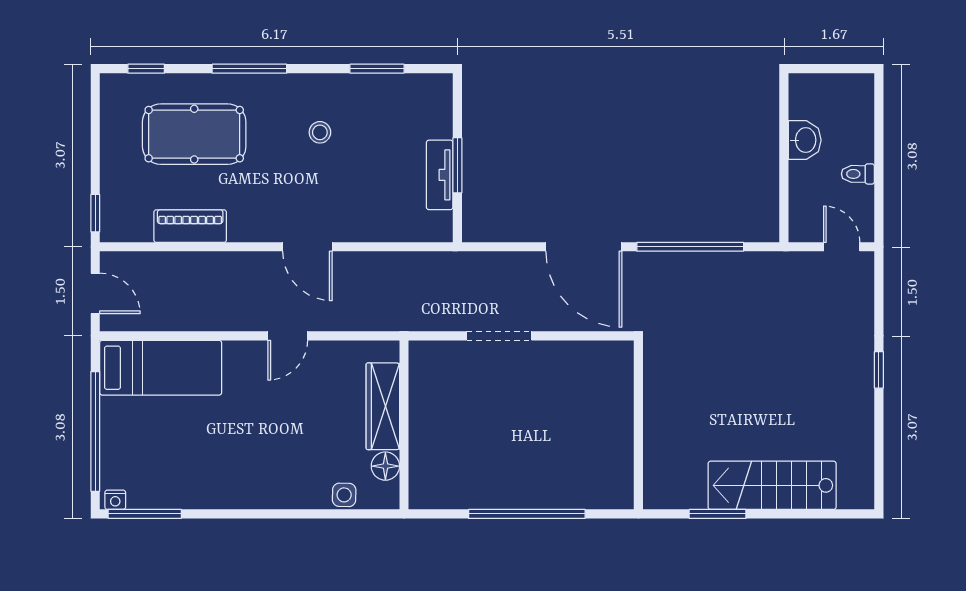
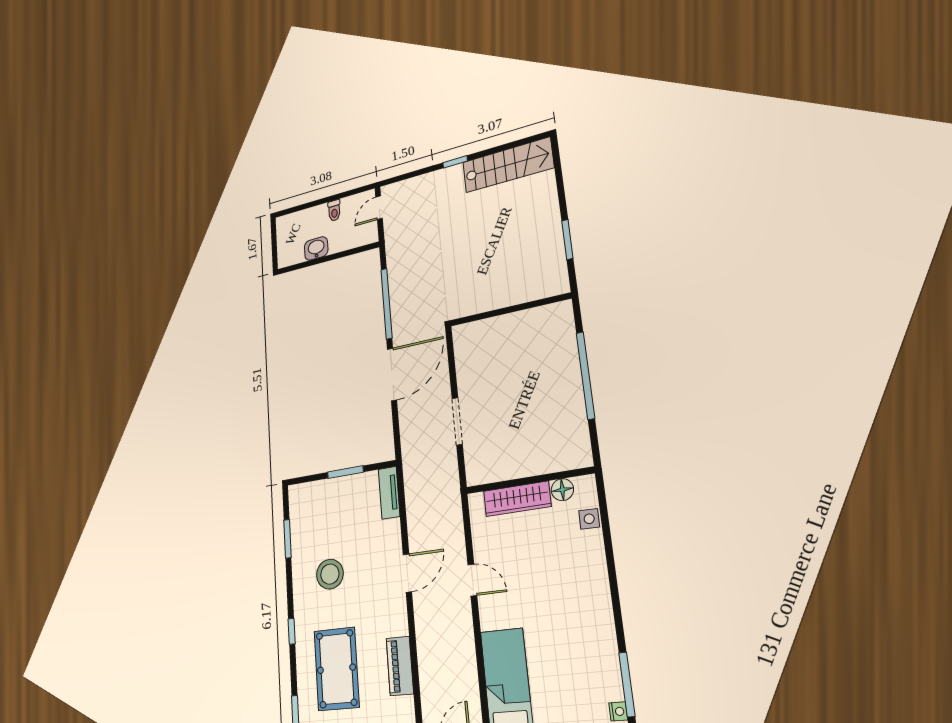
window: (249, 69) -> (292, 631), width x0.46
stool: (320, 132) -> (330, 574), width x1.89, depth x1.89
tv unit: (440, 175) -> (389, 493), moved, turned 90
stairs: (772, 485) -> (508, 165), moved, turned -90

